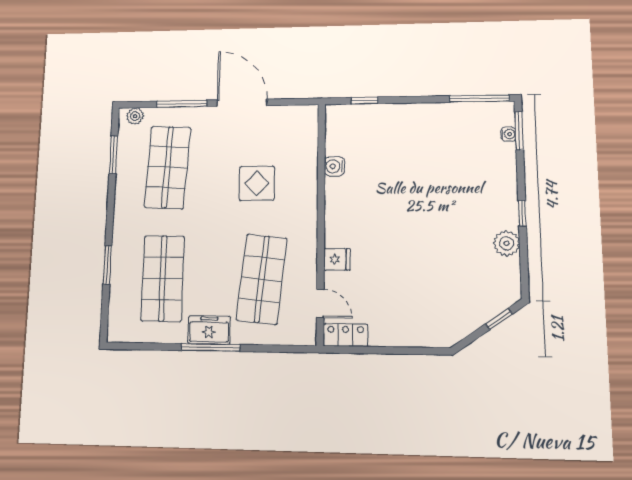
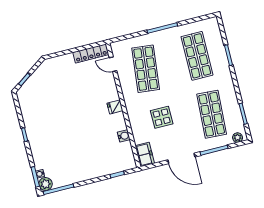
plant: (507, 243) -> (45, 184), moved
fridge: (337, 259) -> (115, 107), moved
freezer: (209, 330) -> (145, 154), moved, turned -90
locker: (346, 335) -> (91, 54), width x1.53

